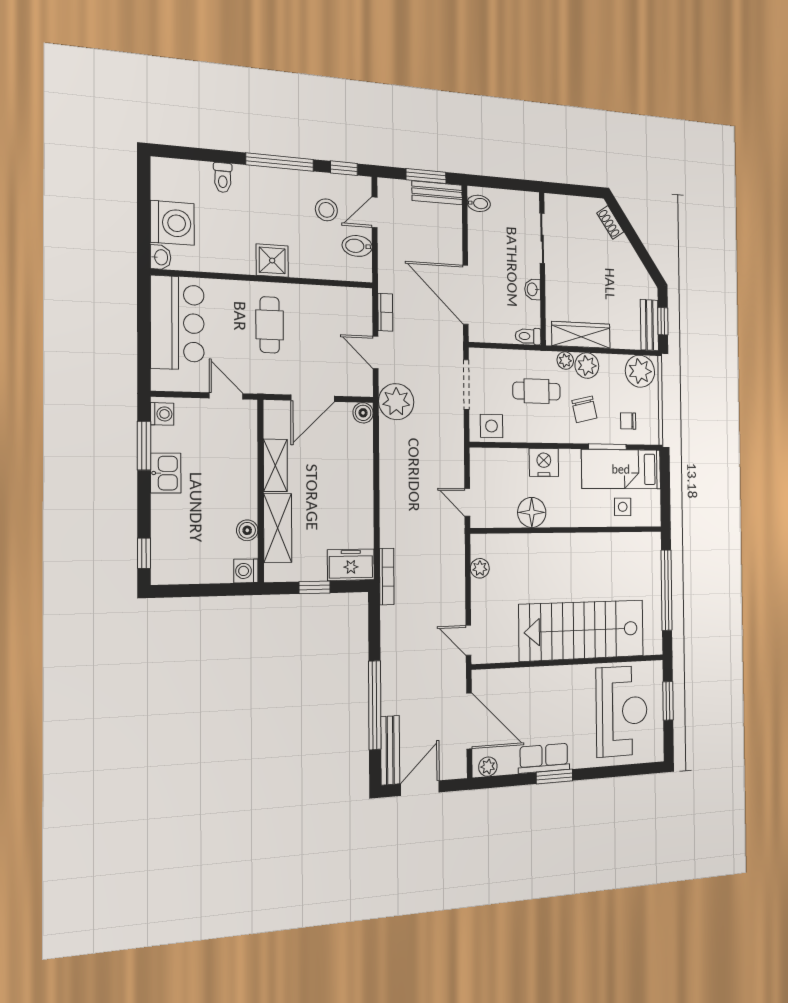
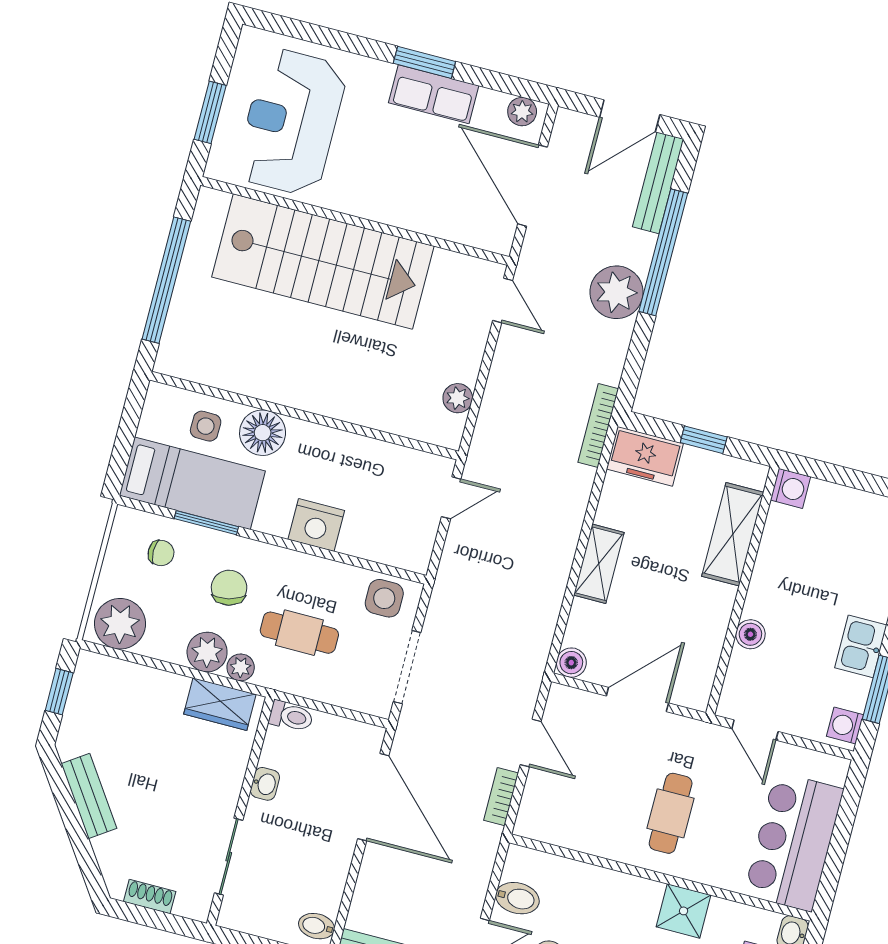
shoe rack: (610, 222) -> (150, 897), moved, turned -55
shower: (272, 261) -> (684, 911), moved
bench: (649, 325) -> (89, 796), moved, turned -35
wardrobe: (581, 335) -> (220, 704), width x0.67
plant: (396, 402) -> (616, 292), moved
shelving: (275, 465) -> (599, 564), moved
door: (467, 502) -> (451, 498), hinge flipped
floor lamp: (532, 512) -> (263, 433), moved
boiler: (247, 530) -> (750, 634), moved

